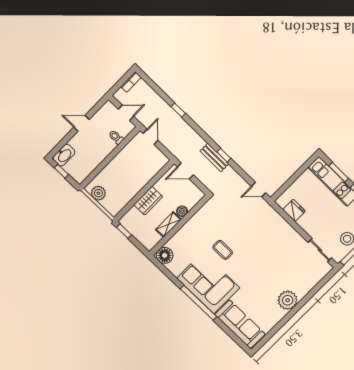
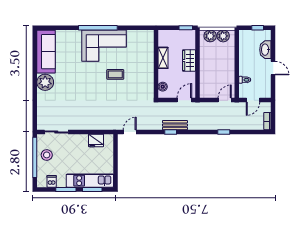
door: (82, 123) -> (273, 68), hinge flipped
door: (150, 137) -> (225, 100), swing flipped
washbasin: (64, 155) -> (265, 50), moved
plant: (110, 204) -> (210, 36), added
boiler: (182, 211) -> (163, 87), moved
floor lamp: (165, 255) -> (147, 37), removed
sofa: (240, 324) -> (46, 52), moved, turned -90

